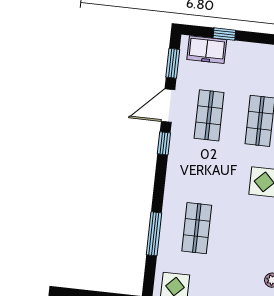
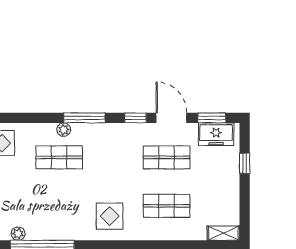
freezer: (207, 50) -> (216, 134), moved, turned -90
plant: (168, 220) -> (64, 130), added
window: (154, 234) -> (84, 118), moved

